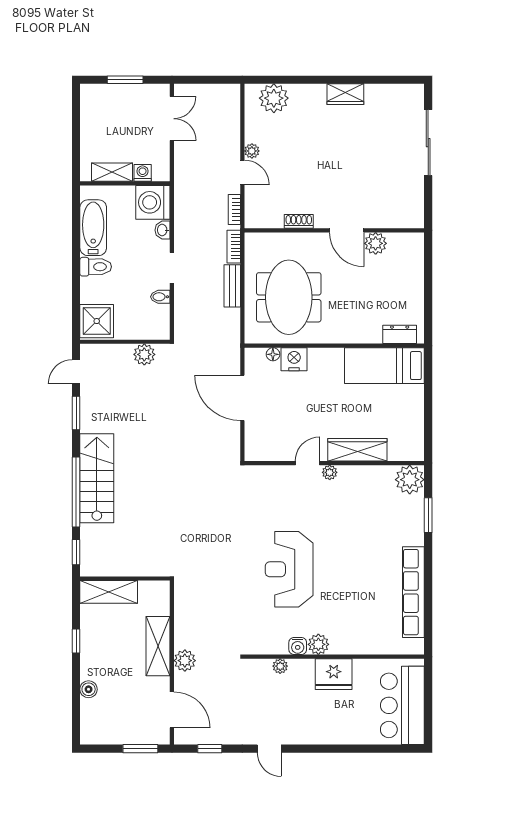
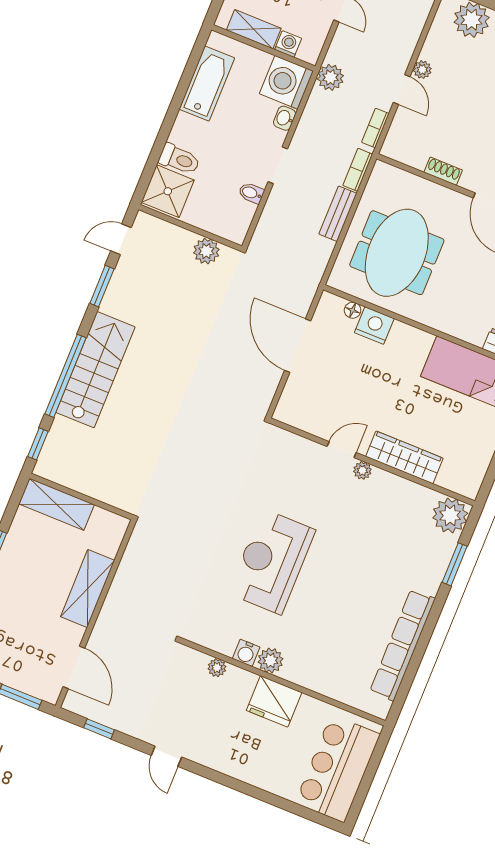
toilet: (96, 267) -> (179, 159), moved
plant: (185, 661) -> (330, 77), moved

